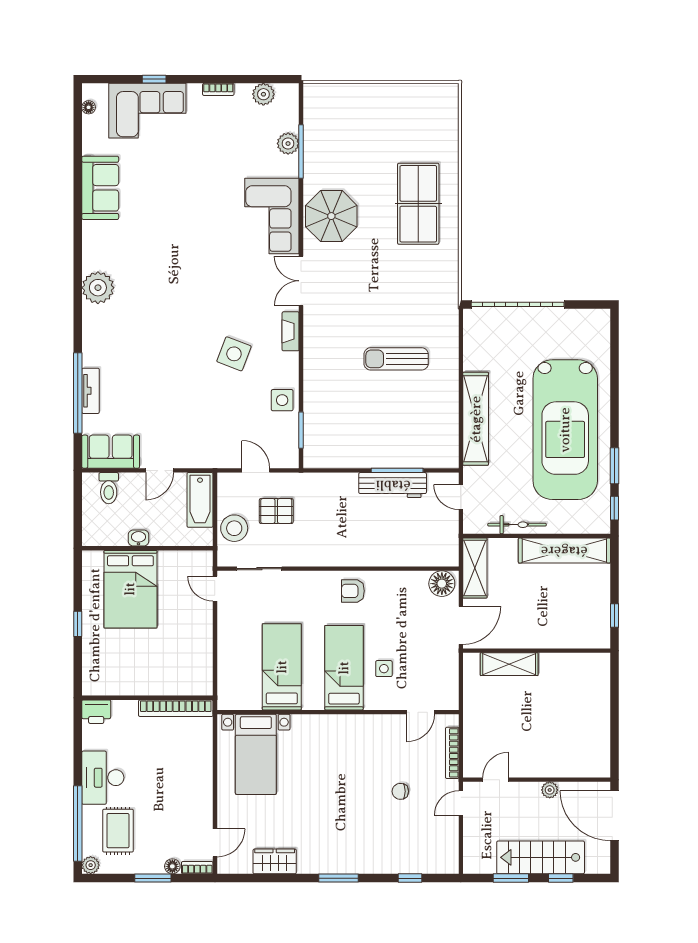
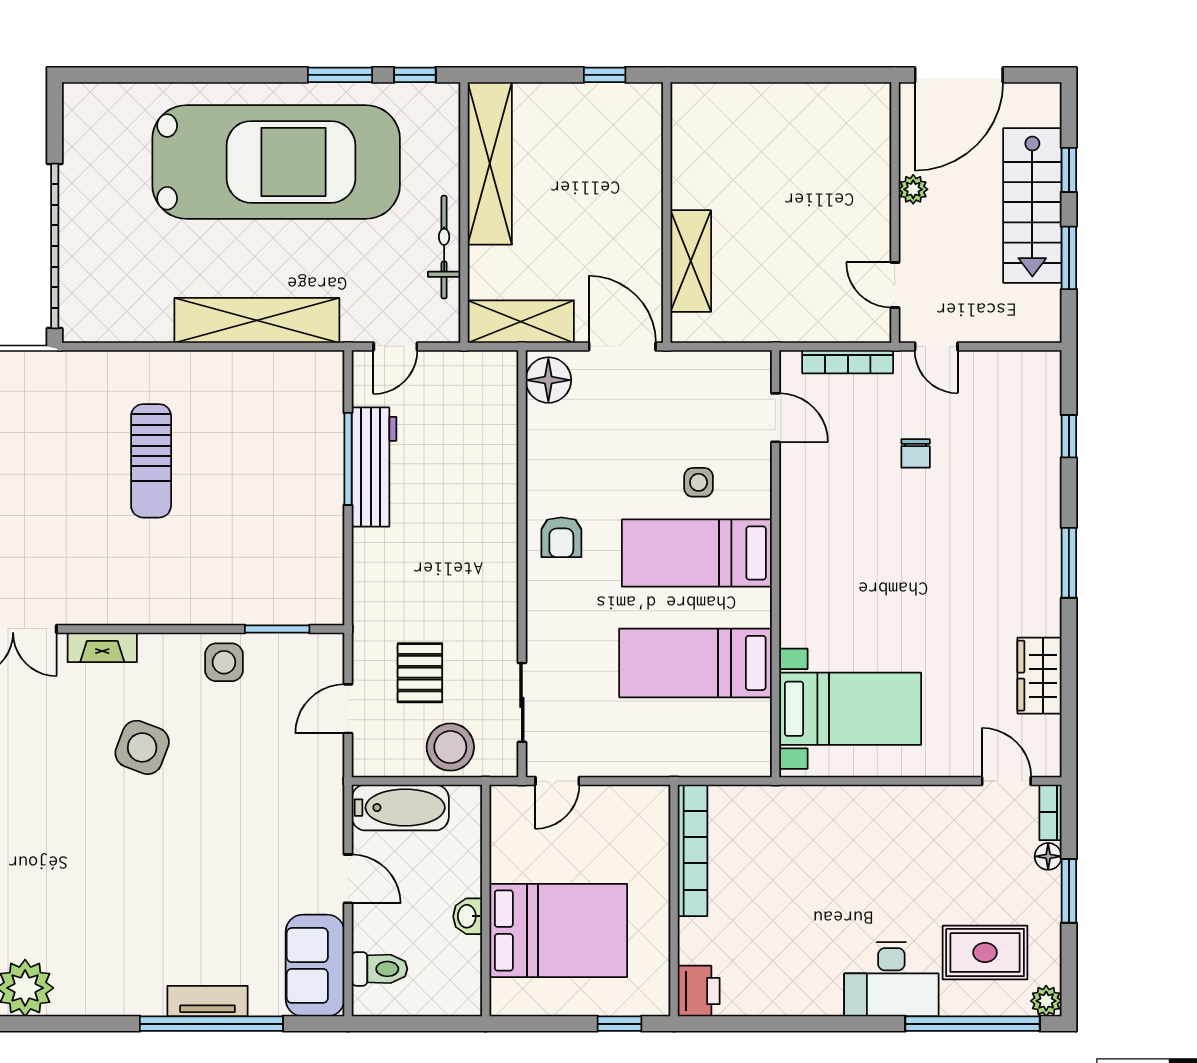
wall: (147, 698) -> (674, 901), moved
bookcase: (176, 708) -> (693, 850), moved
printer: (96, 712) -> (699, 991), moved

